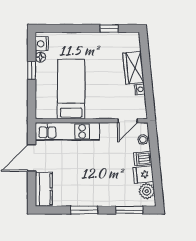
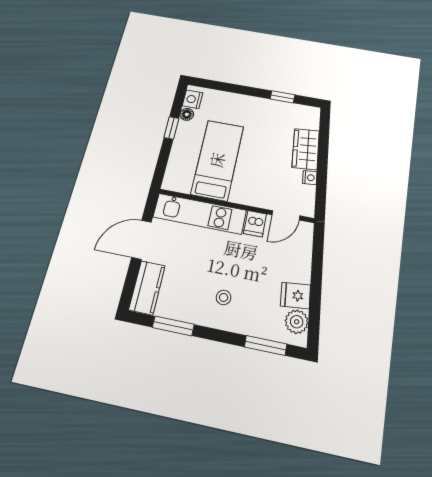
stool: (143, 140) -> (224, 297), moved
dishwasher: (143, 159) -> (255, 224), moved, turned -84
window: (84, 210) -> (173, 326), moved

